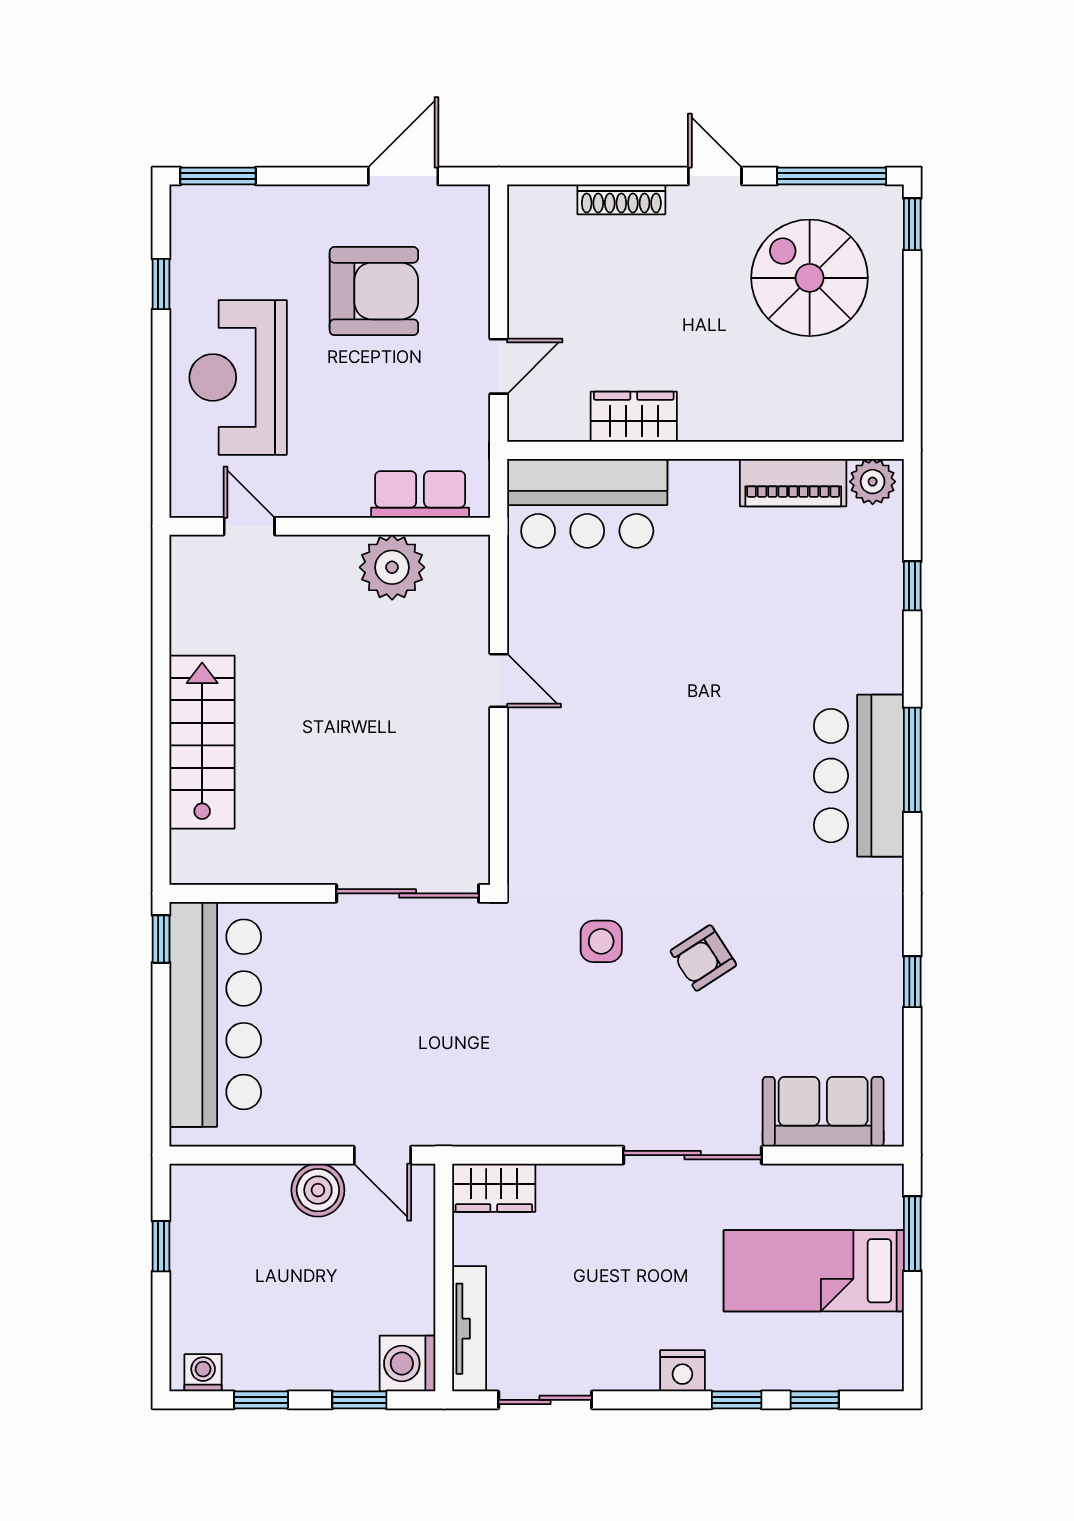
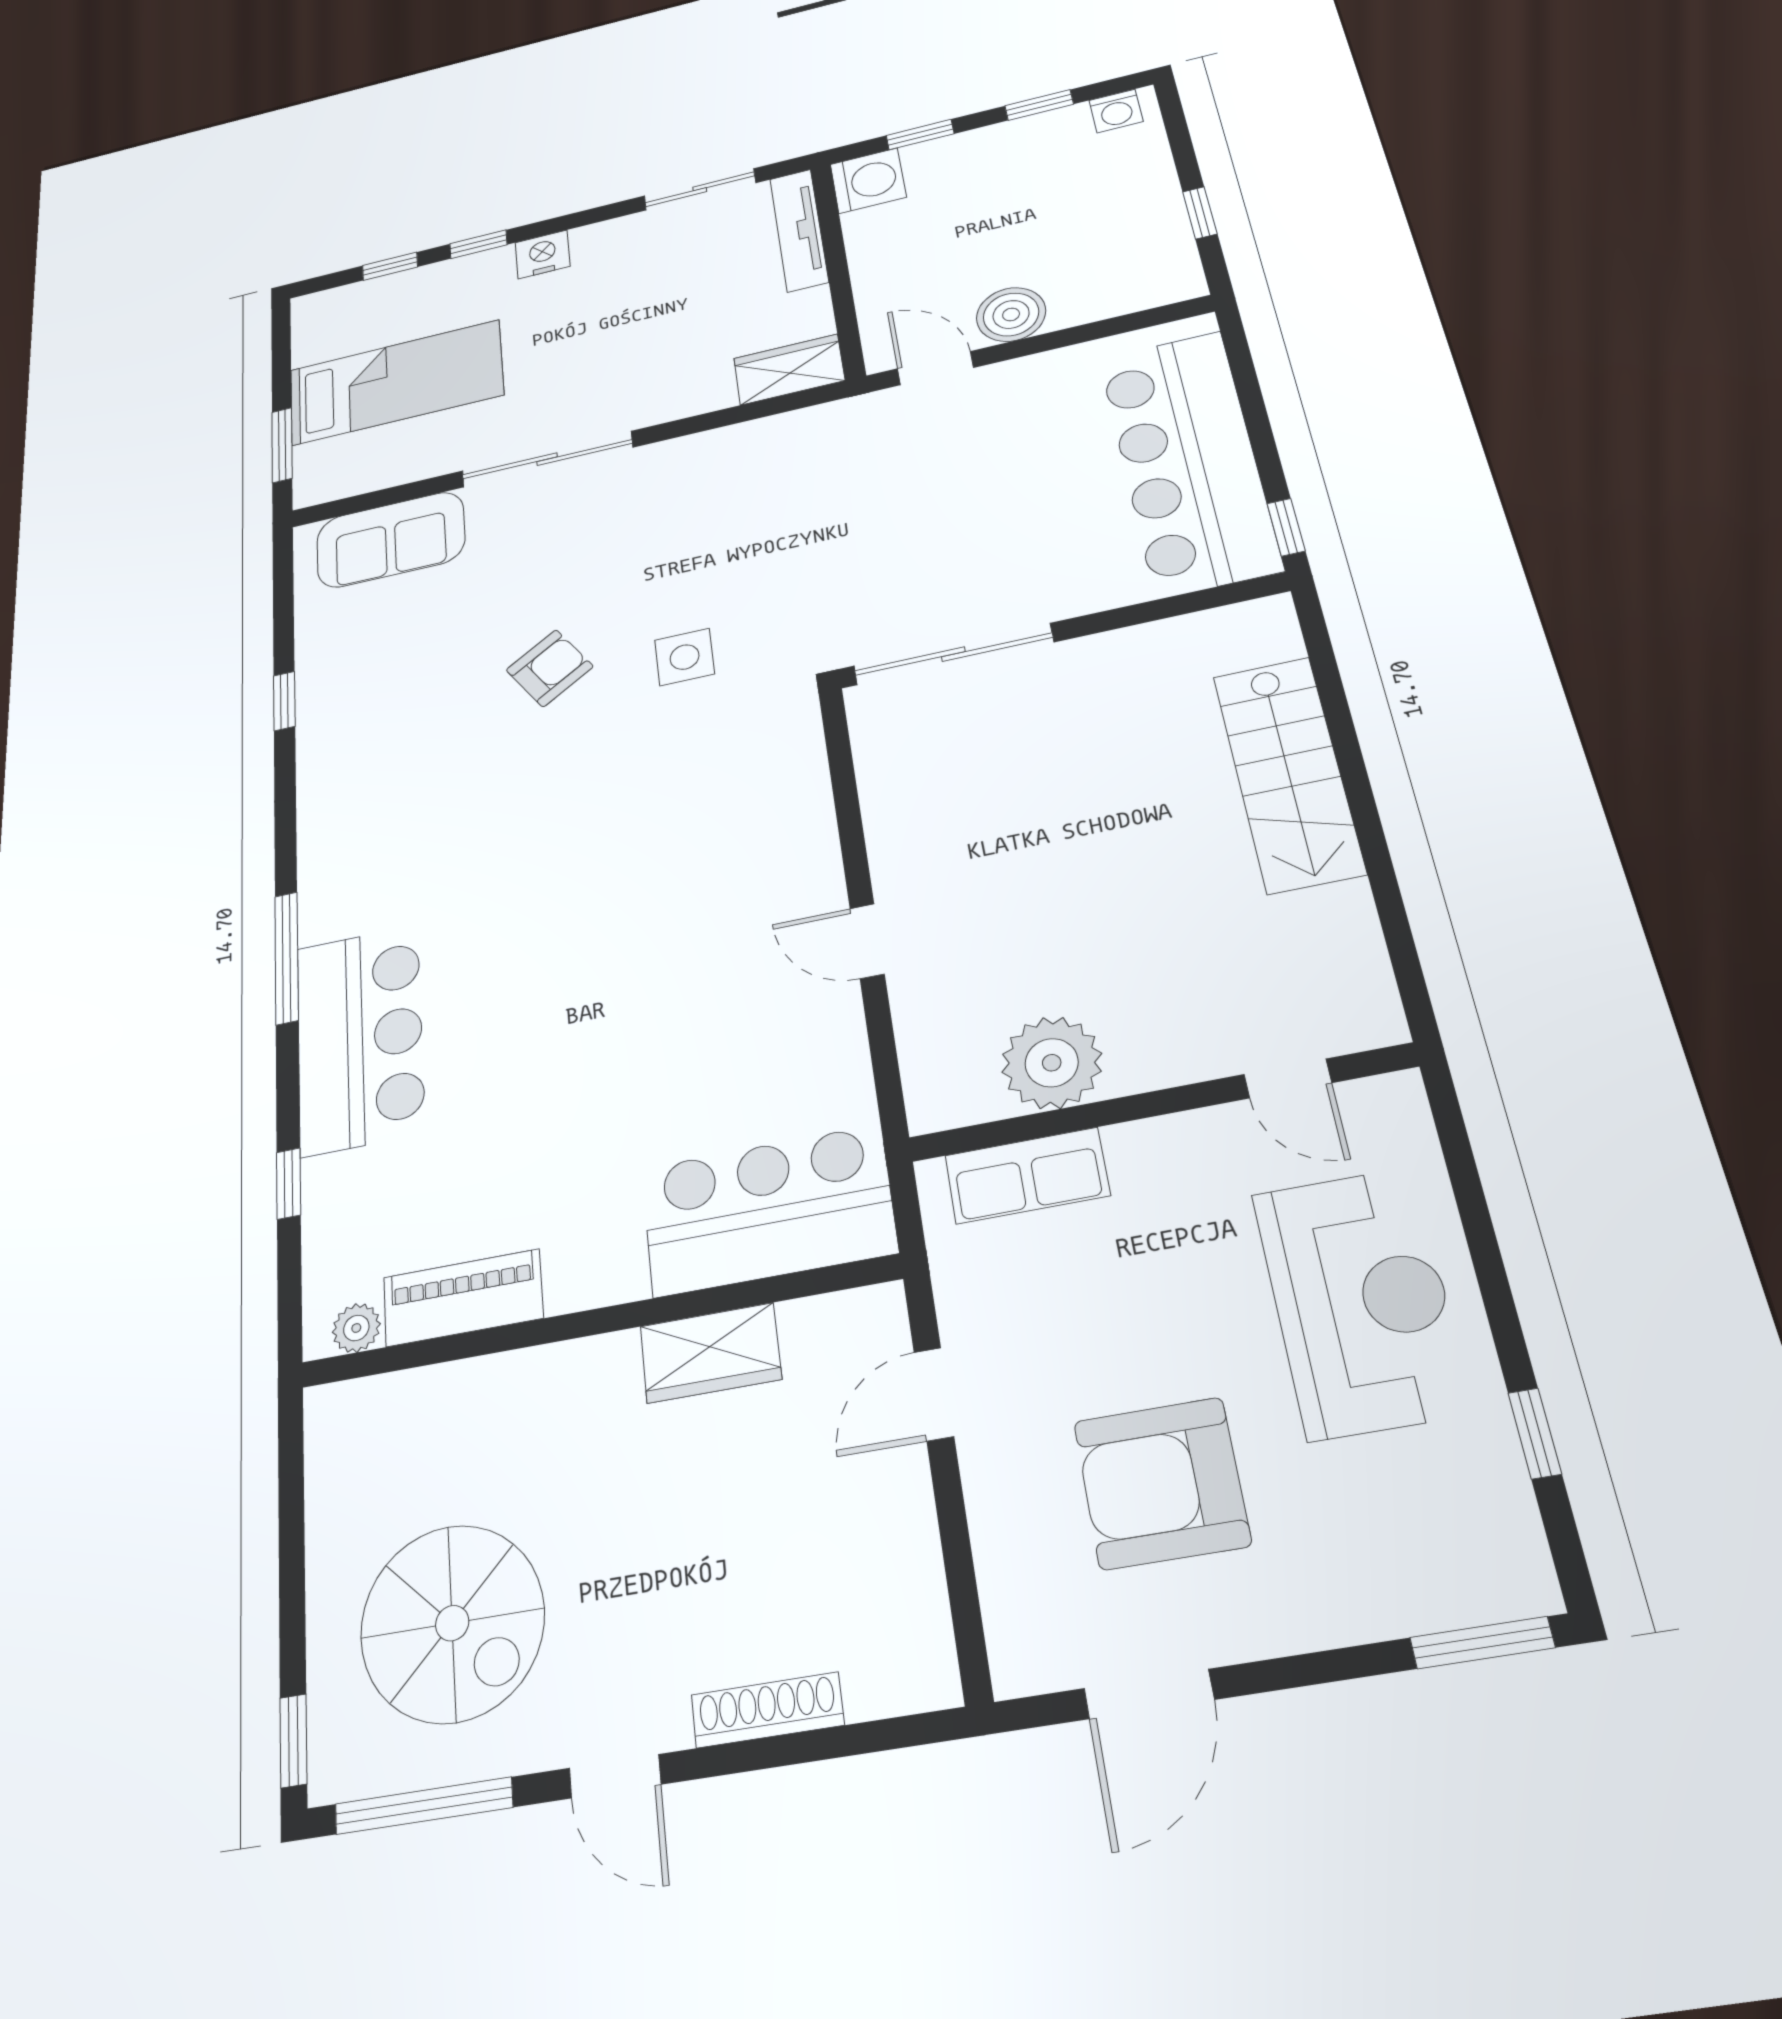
plant: (873, 482) -> (356, 1328), width x0.73, depth x0.73
bar counter: (859, 776) -> (360, 1039), moved

